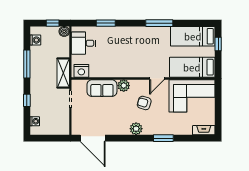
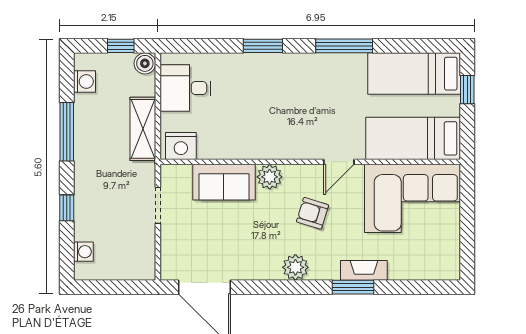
window: (106, 23) -> (263, 46), moved
shelving: (63, 73) -> (143, 129), moved
fireplace: (204, 130) -> (364, 270), moved

